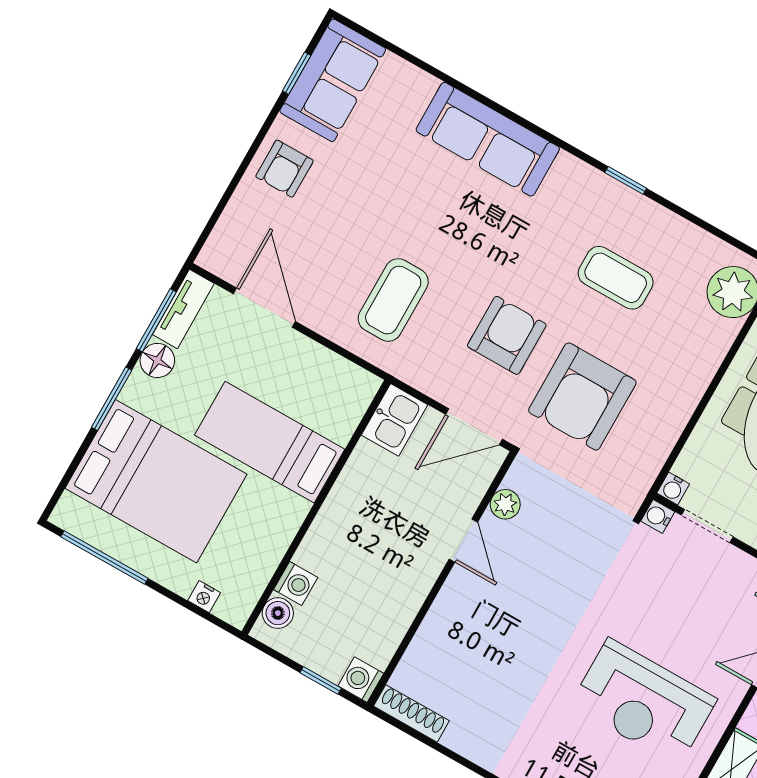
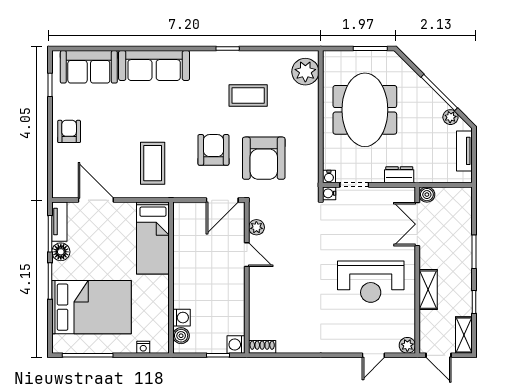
sofa: (333, 80) -> (89, 67), moved, turned 90
armchair: (284, 169) -> (69, 131), turned 180
kitchen sink: (395, 420) -> (184, 217), removed
bed: (270, 442) -> (153, 238), moved, turned -90
shoe rack: (411, 713) -> (262, 347), width x0.70

